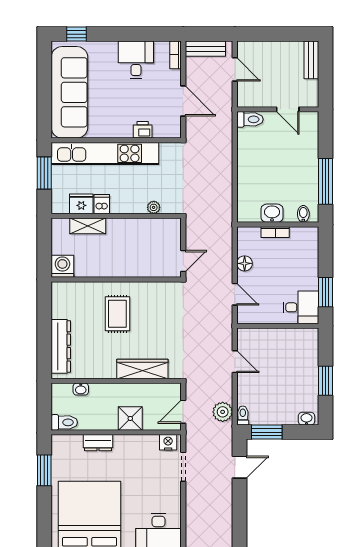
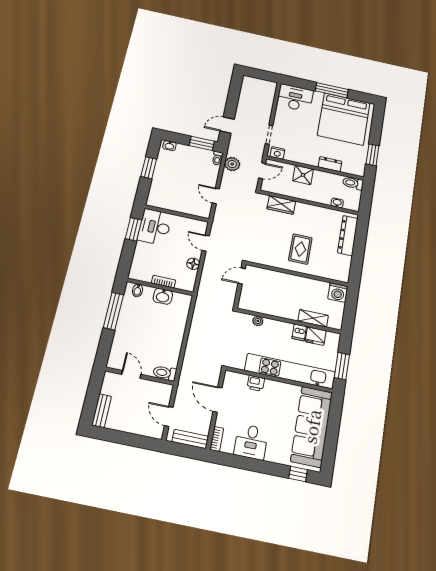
desk: (301, 307) -> (155, 227), width x1.37
wardrobe: (142, 369) -> (281, 205), width x0.67

